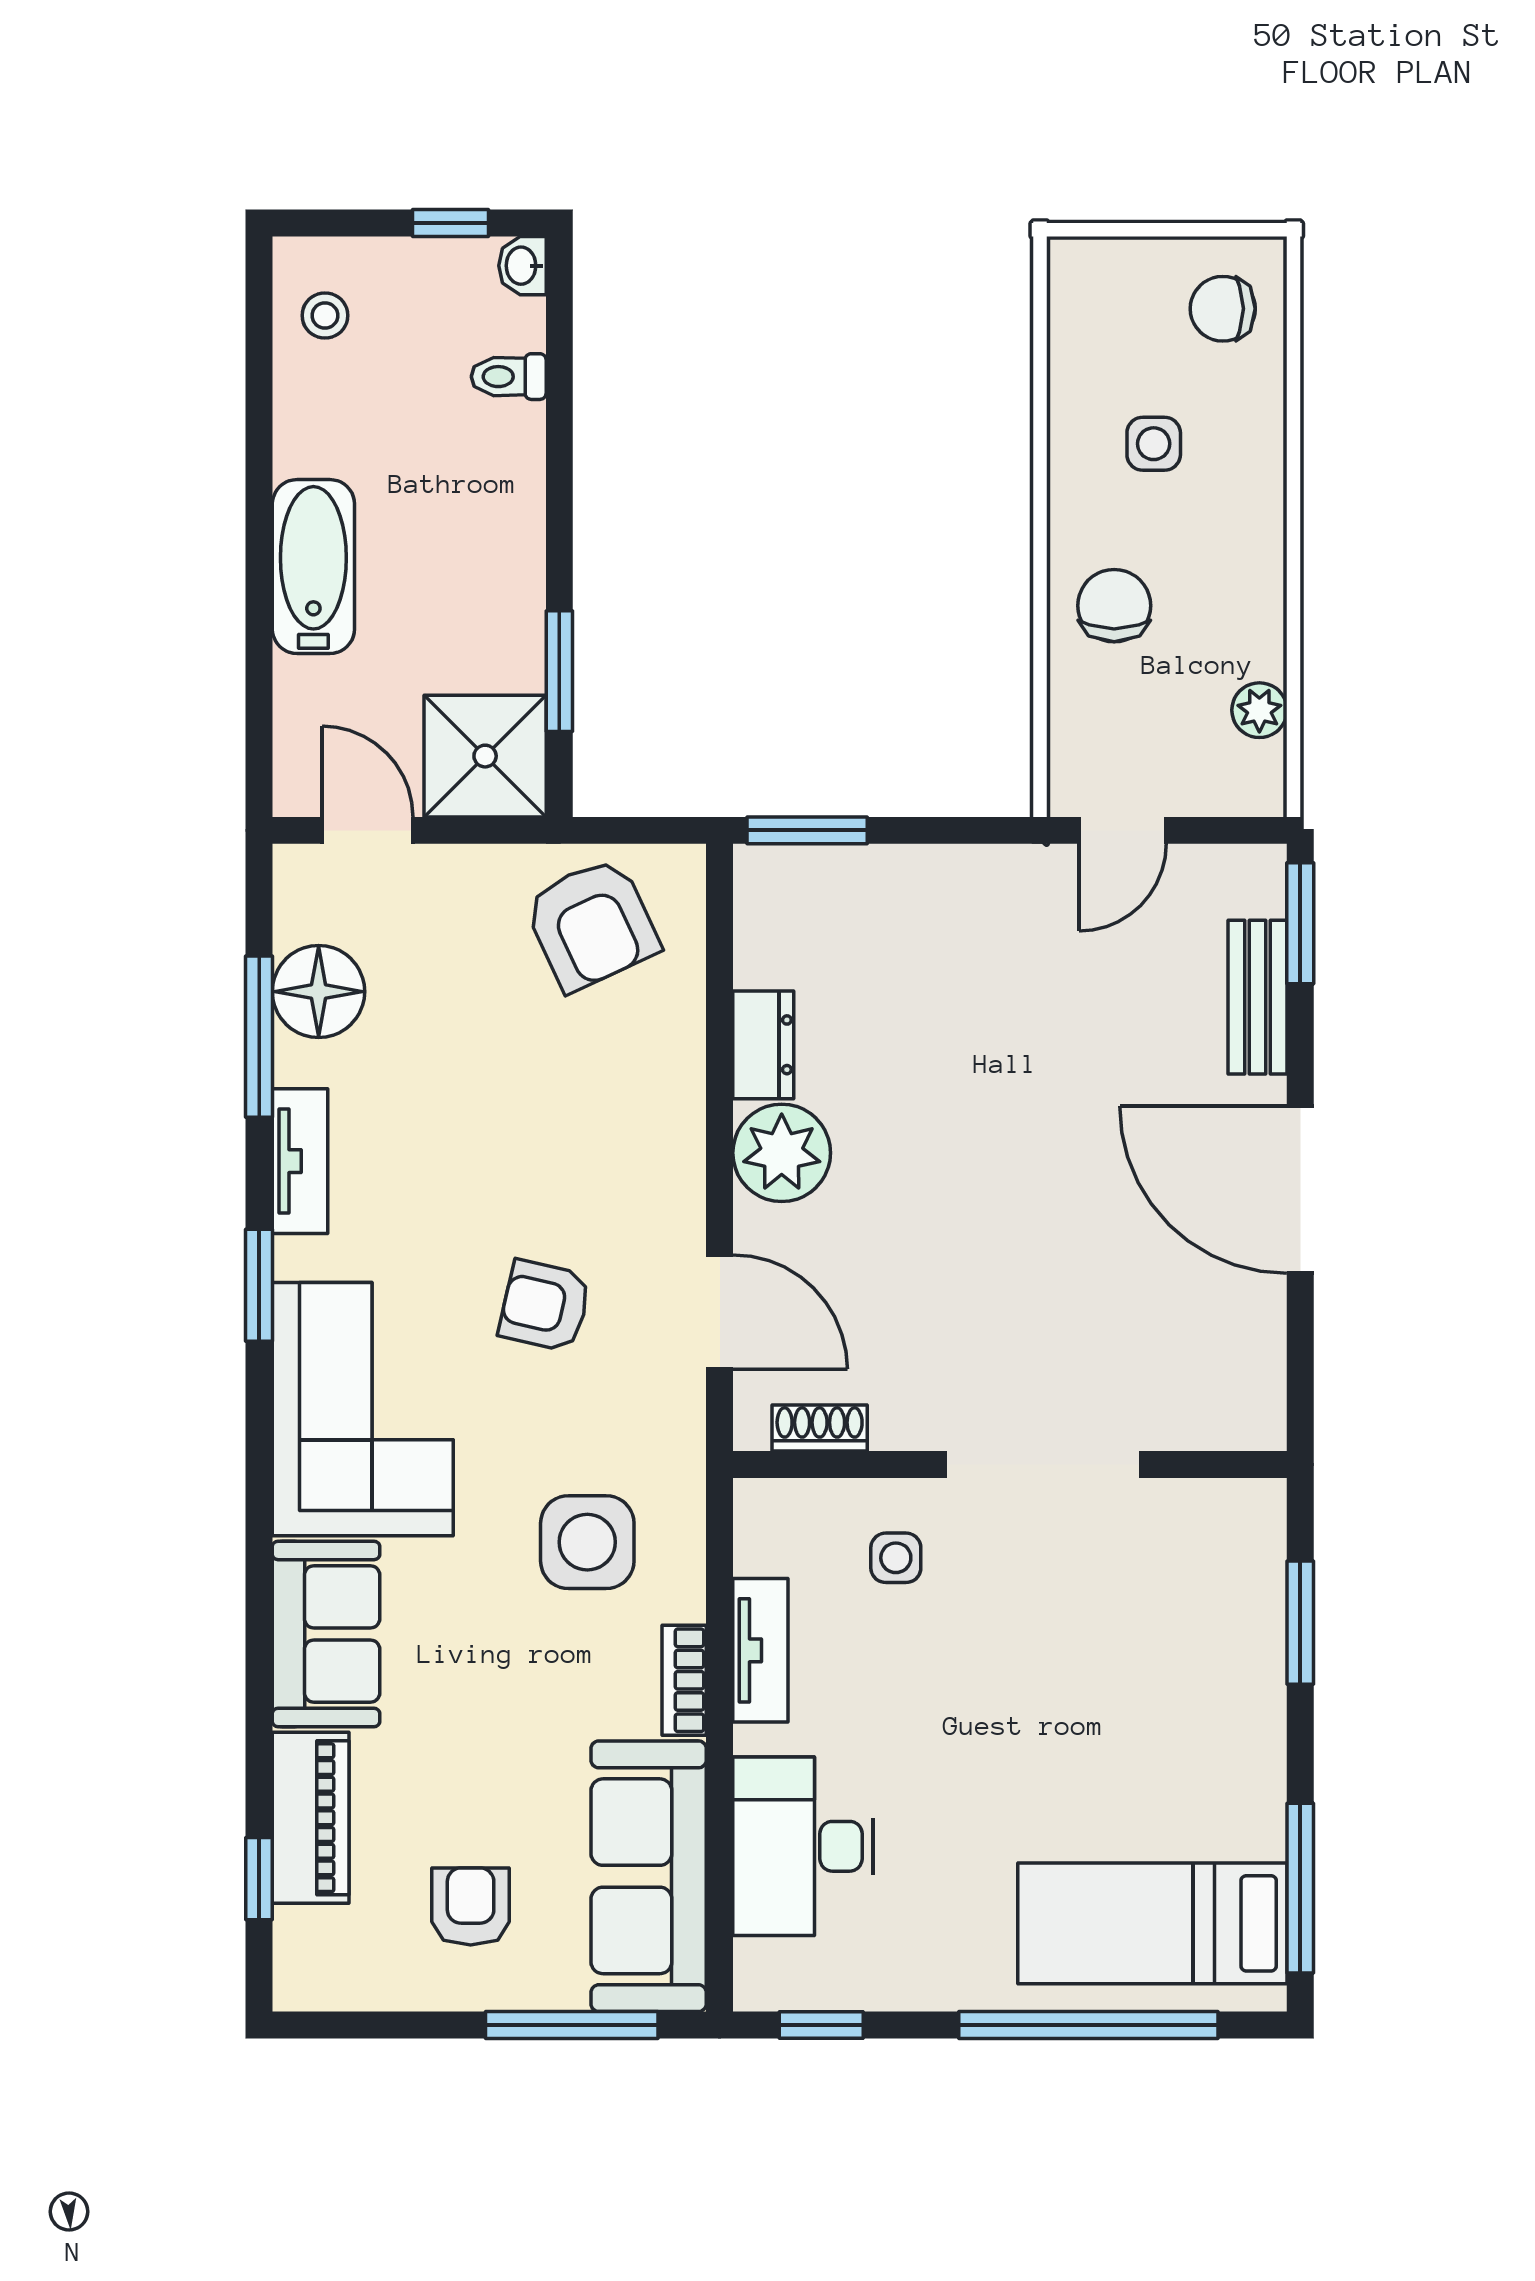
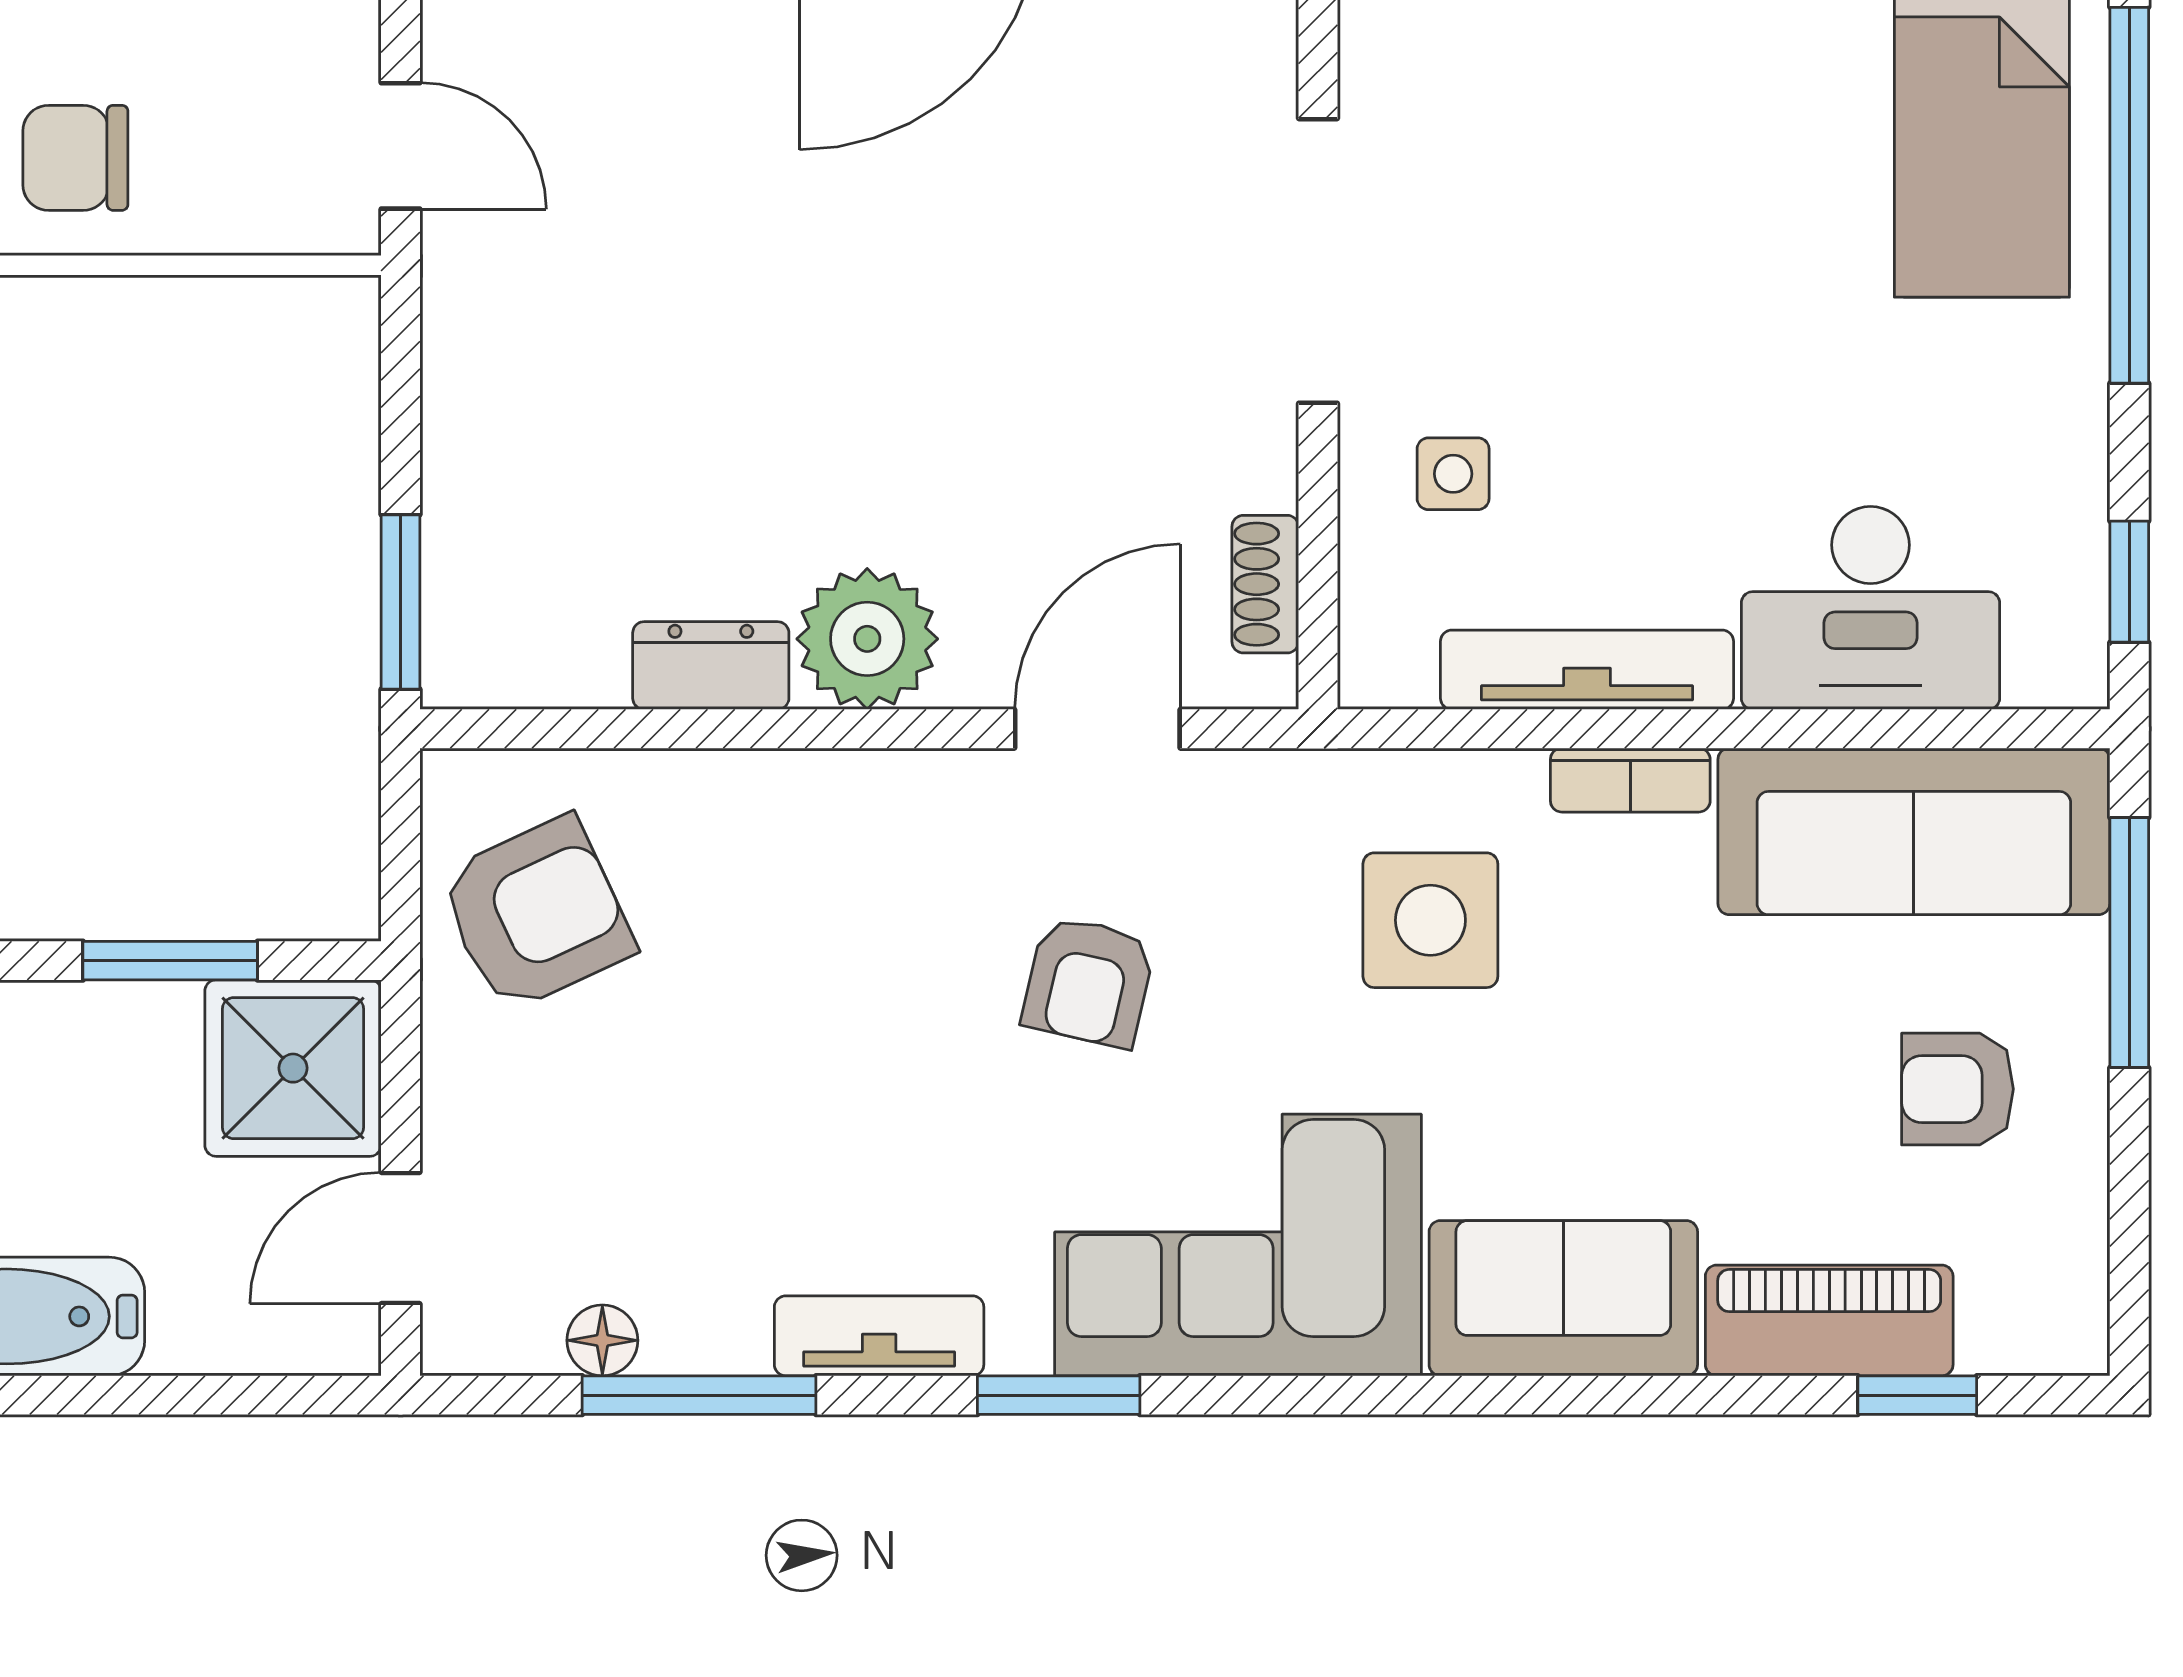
floor lamp: (319, 992) -> (602, 1340), width x0.53, depth x0.53
tv unit: (760, 1650) -> (1587, 670), width x1.41

